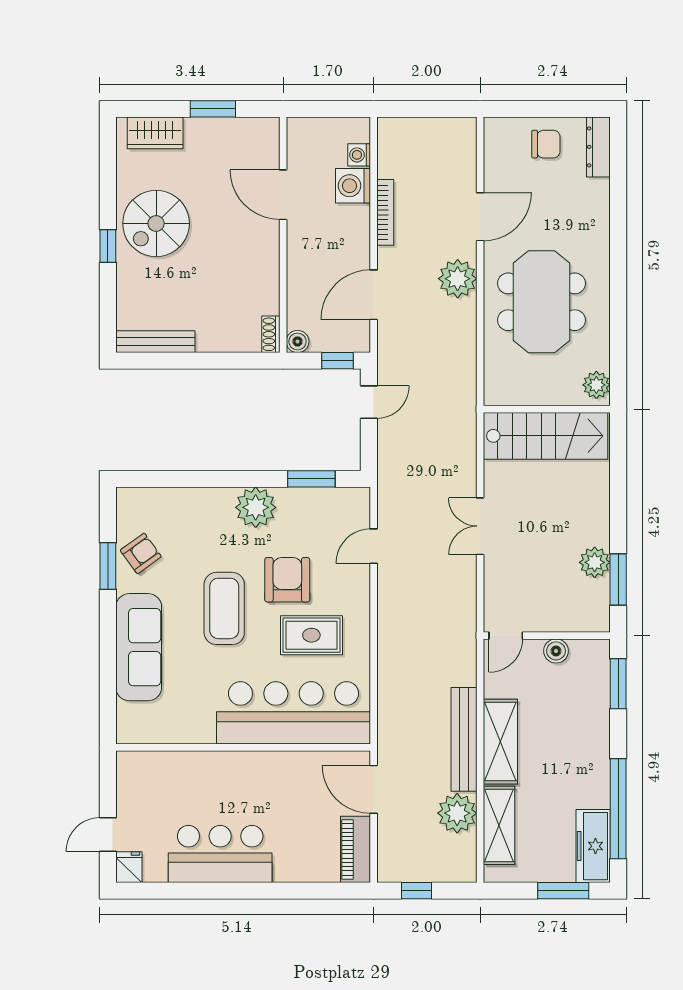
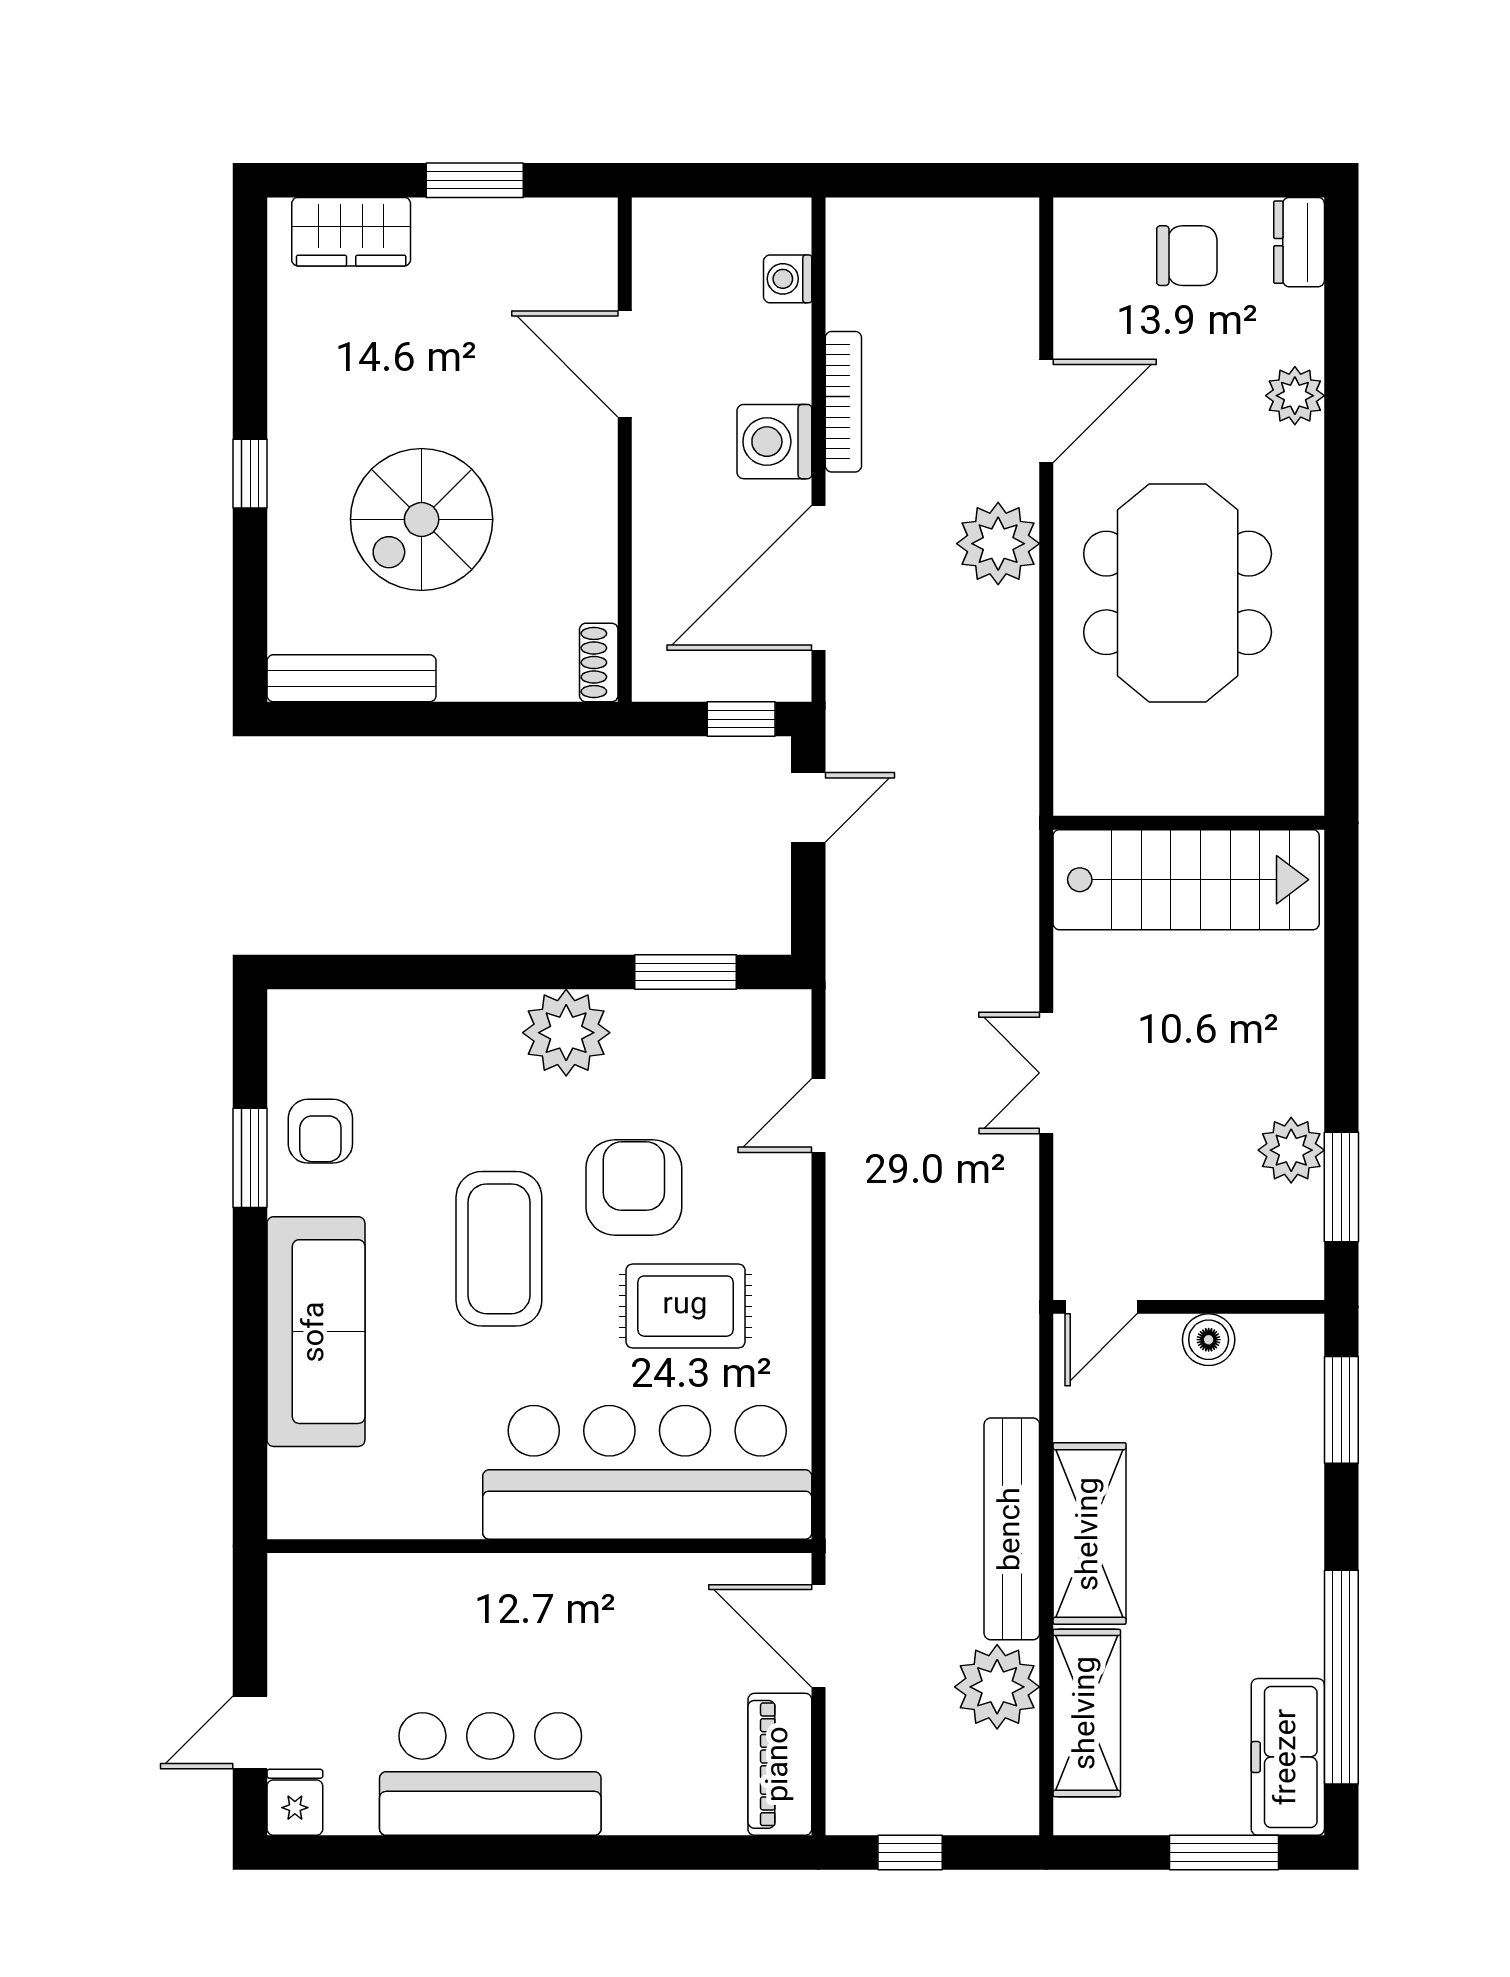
dresser: (598, 147) -> (1299, 242), width x0.70
washing machine: (353, 186) -> (774, 442), moved
spiral stairs: (156, 223) -> (422, 519), moved
door: (374, 295) -> (818, 578), width x1.36
boiler: (298, 341) -> (656, 678), removed
plant: (596, 385) -> (1295, 396), moved
armchair: (141, 553) -> (320, 1131), turned 126

